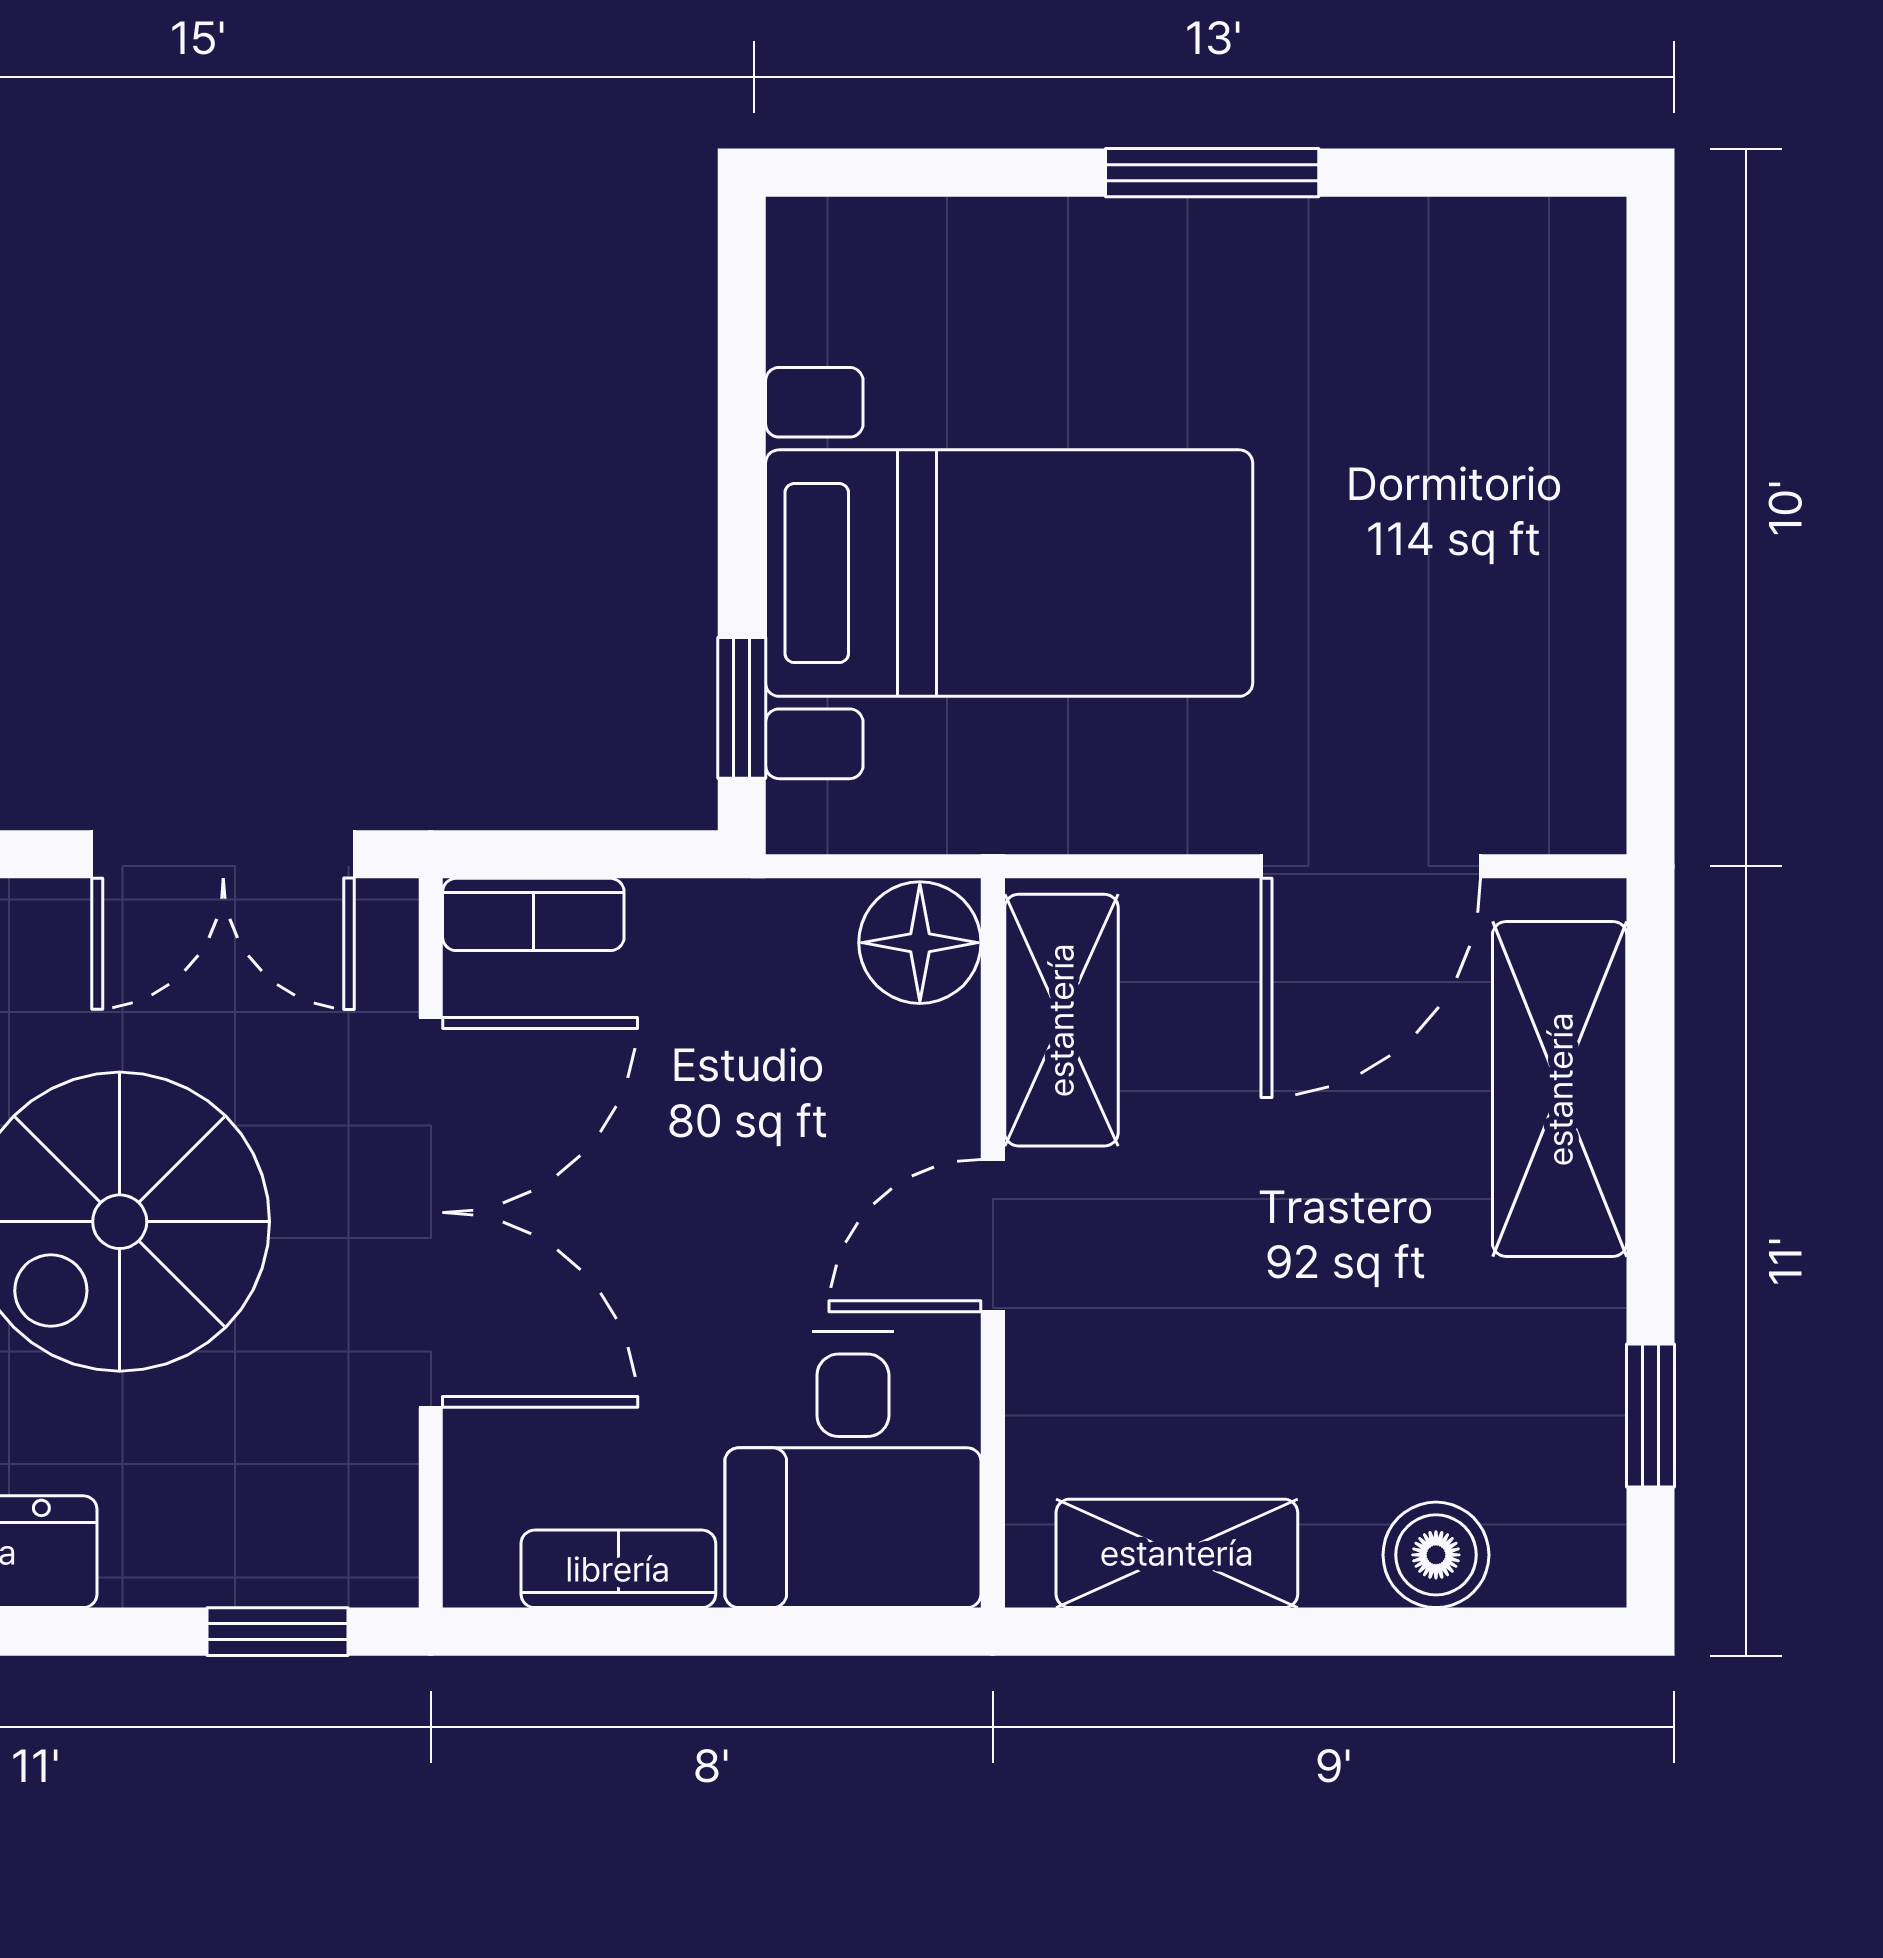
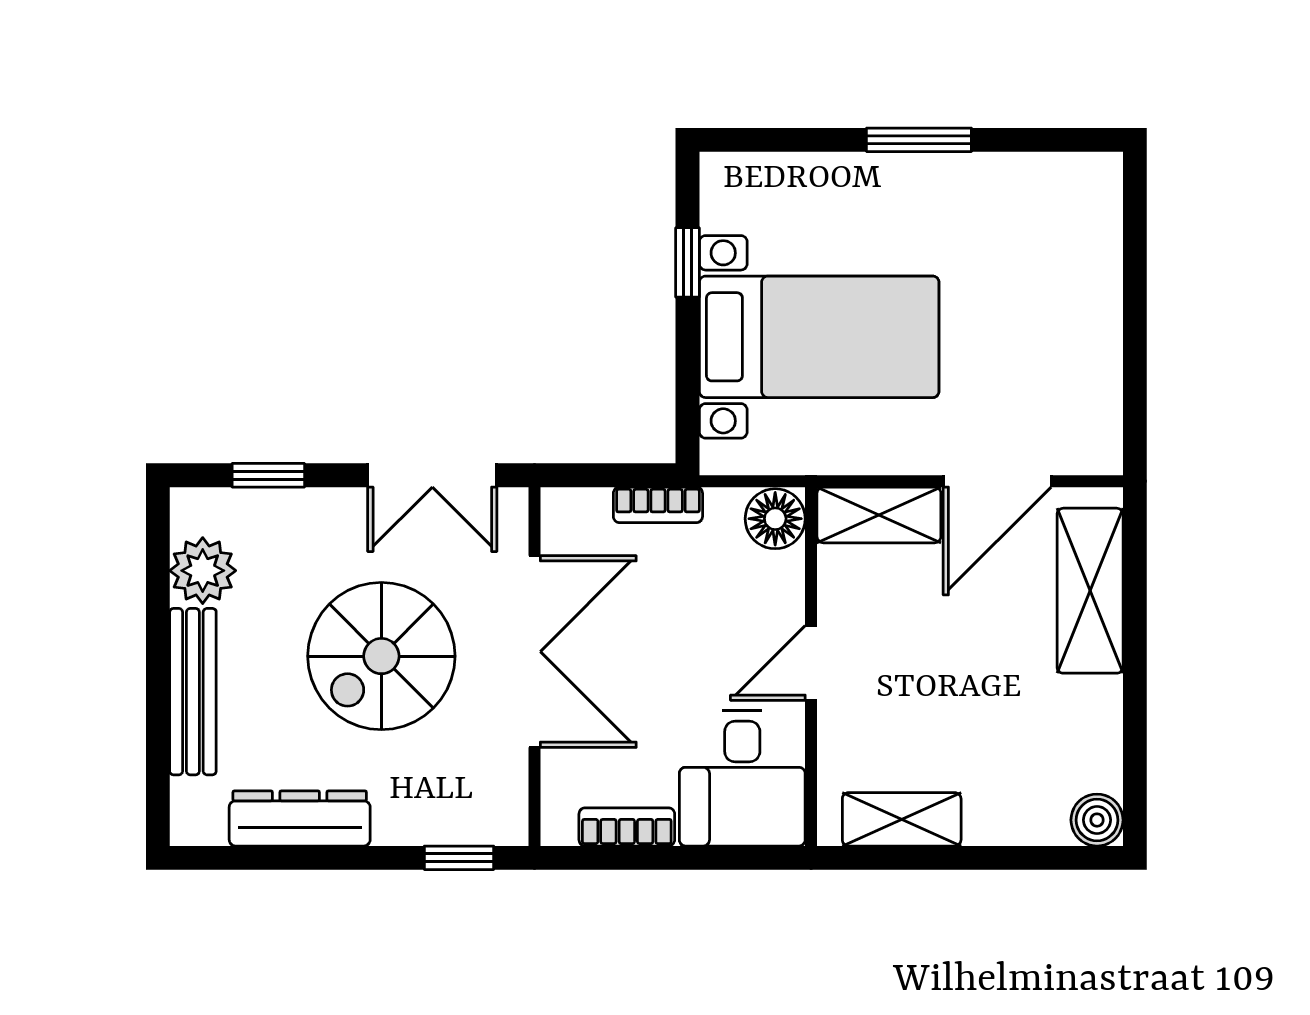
window: (742, 708) -> (687, 262), moved
bookcase: (533, 914) -> (658, 505), moved
shelving: (1061, 1020) -> (879, 515), moved, turned 90
window: (1651, 1416) -> (1135, 751), removed
boiler: (1436, 1555) -> (1097, 820), moved

